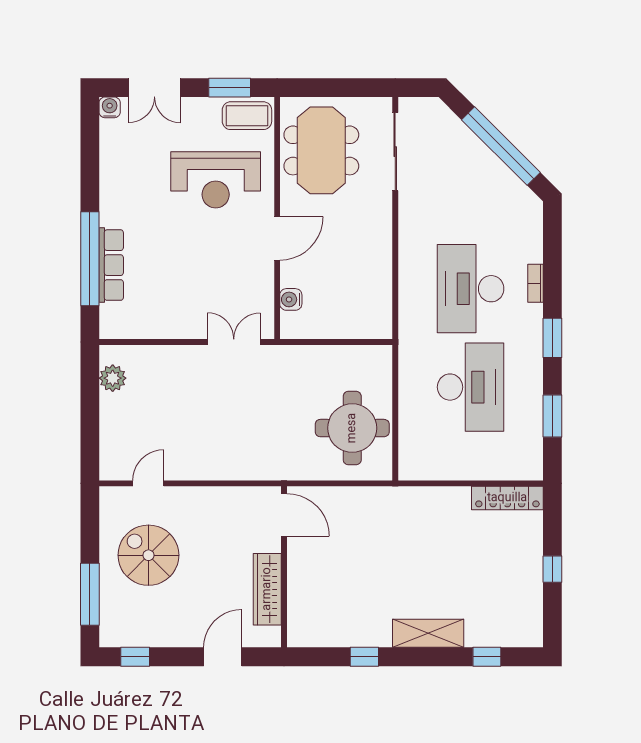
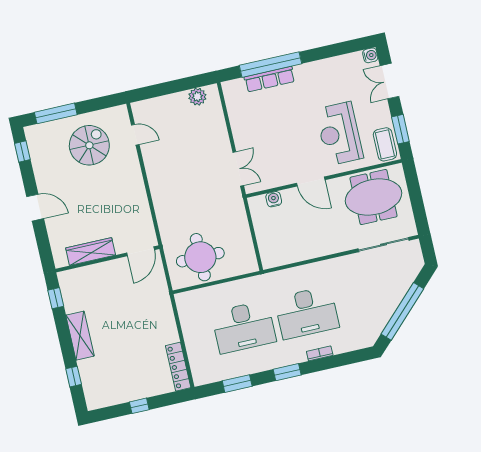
desk: (471, 289) -> (307, 313), turned 180
door: (284, 515) -> (141, 251), moved
wall: (284, 567) -> (107, 259), moved
wardrobe: (267, 589) -> (91, 251), moved

